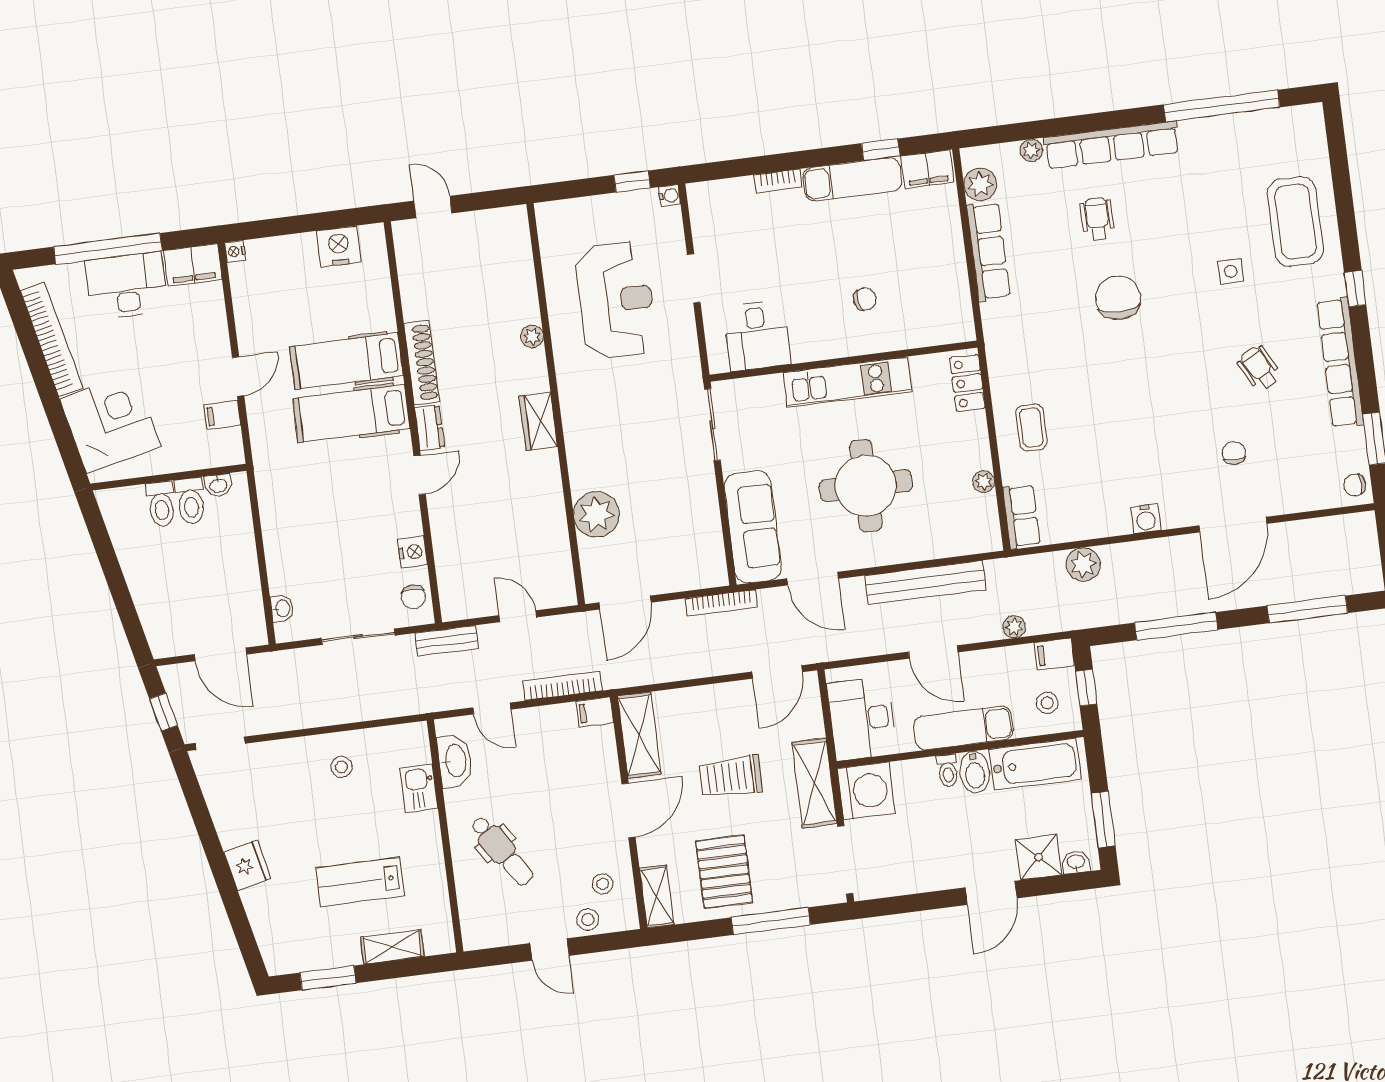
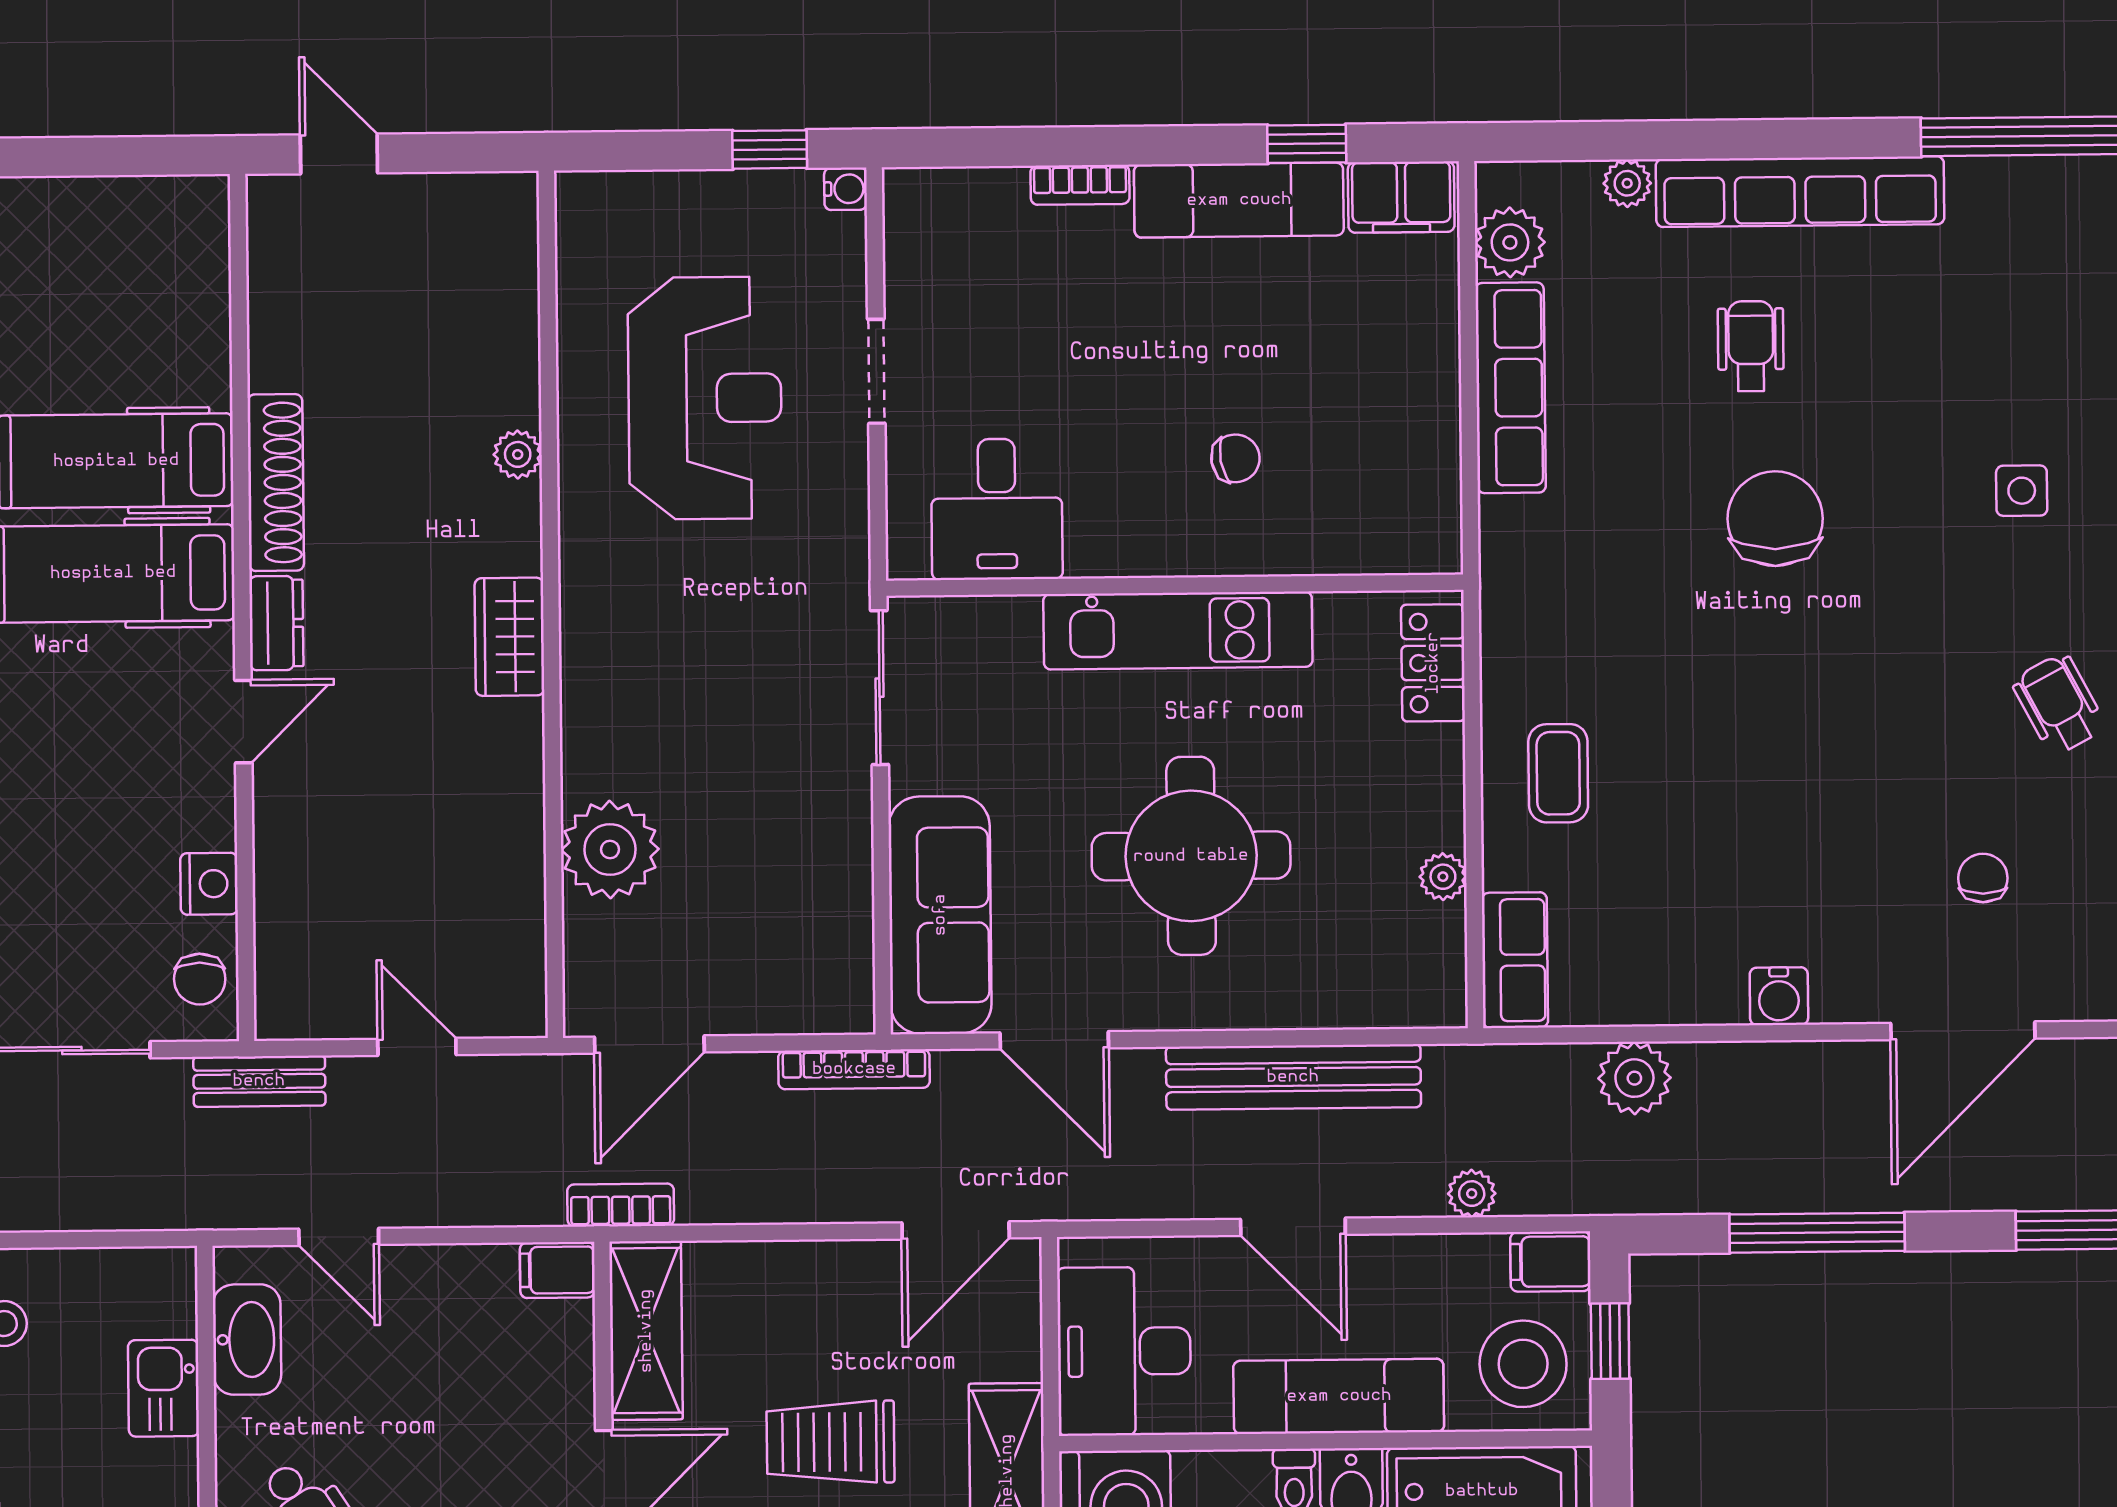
nightstand: (339, 246) -> (128, 215), removed
bookcase: (562, 686) -> (621, 1205), moved, width x0.64
stool: (1047, 703) -> (1523, 1364), width x1.89, depth x1.89

